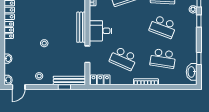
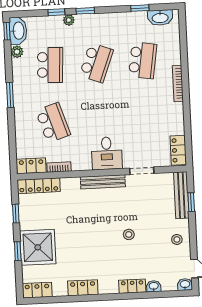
locker: (9, 30) -> (132, 286), moved
school desk: (123, 59) -> (145, 118), removed

